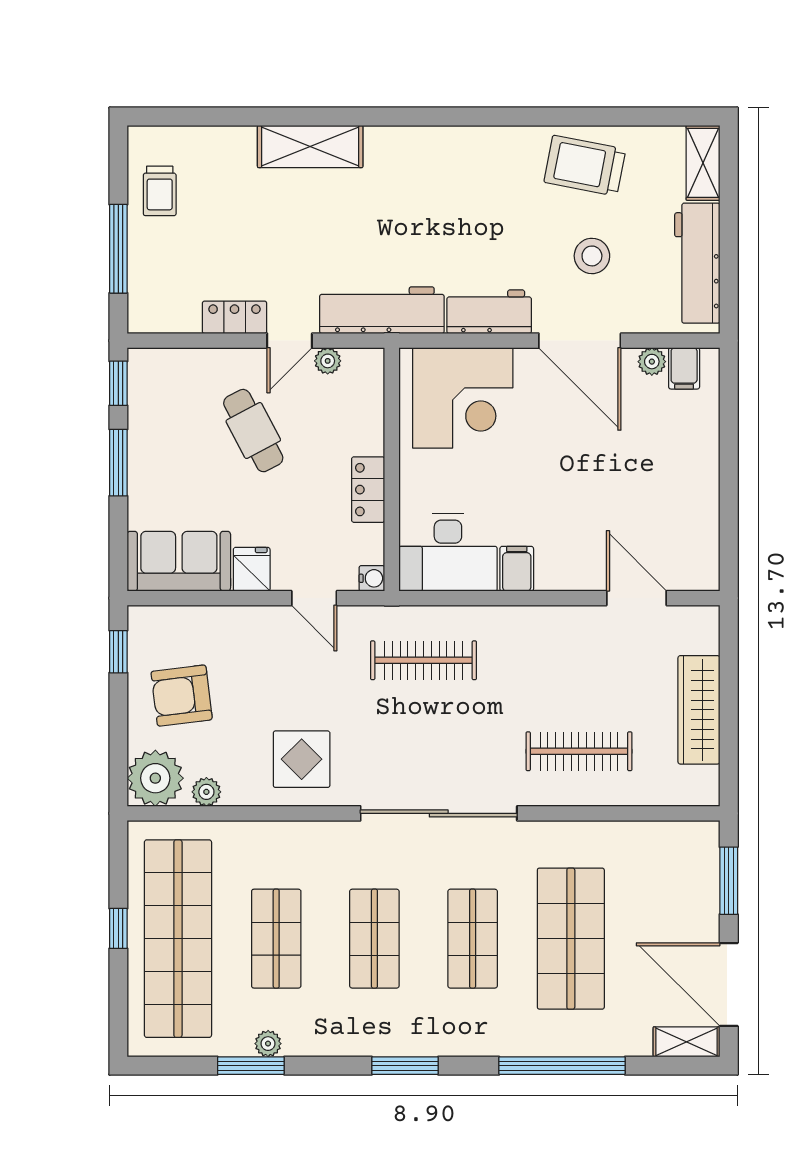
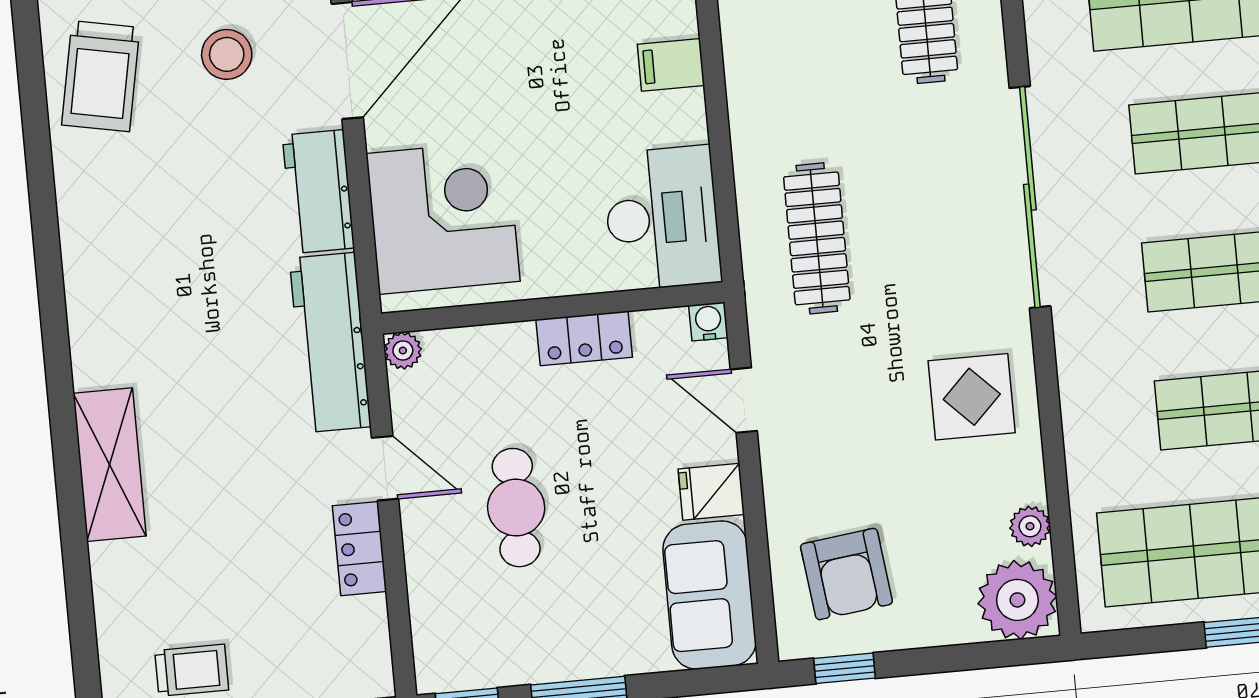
plant: (328, 361) -> (403, 351), moved
cafe table: (253, 431) -> (516, 508), turned -62
filing cabinet: (517, 569) -> (671, 65), moved
door: (314, 598) -> (744, 400), swing flipped
armchair: (182, 696) -> (846, 574), moved

